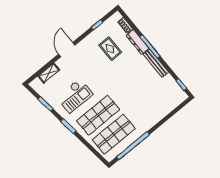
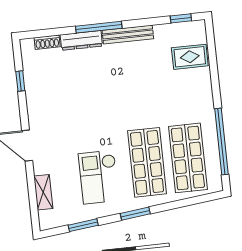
rug: (110, 49) -> (190, 57), moved
checkout: (75, 96) -> (99, 177), turned 180

